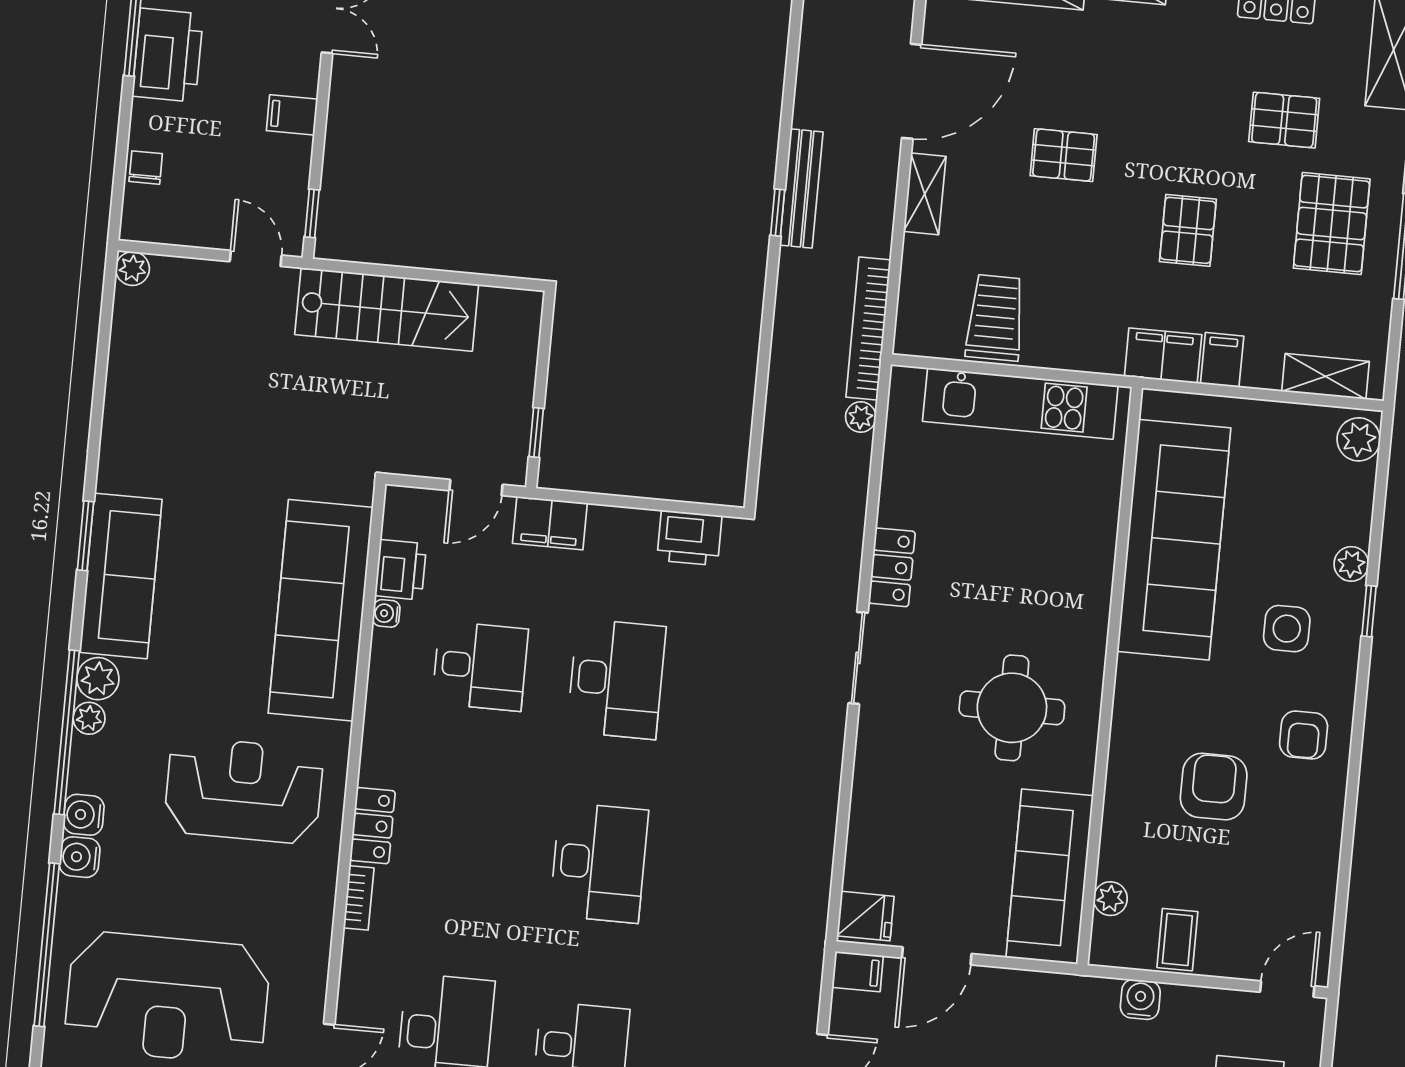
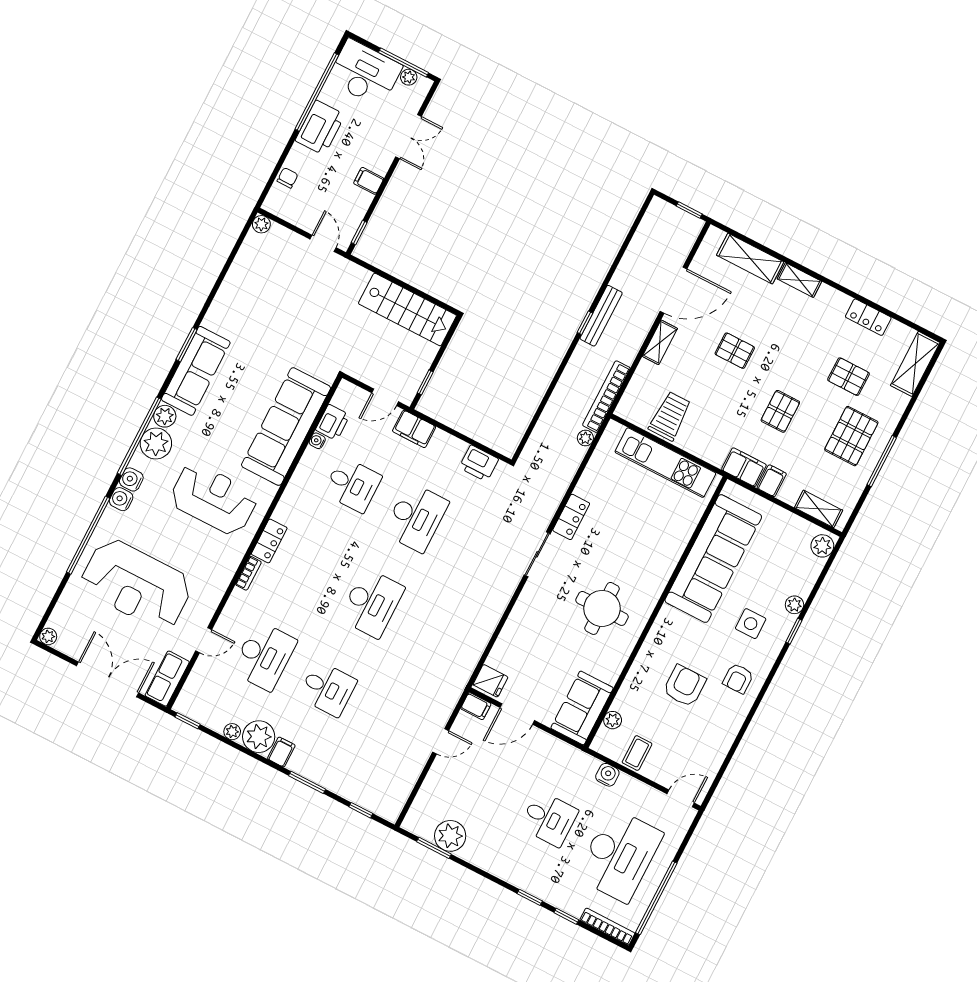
stairs: (387, 309) -> (407, 310), moved
plant: (89, 718) -> (156, 444), width x1.88, depth x1.88
sofa: (1050, 877) -> (582, 708), width x0.73

